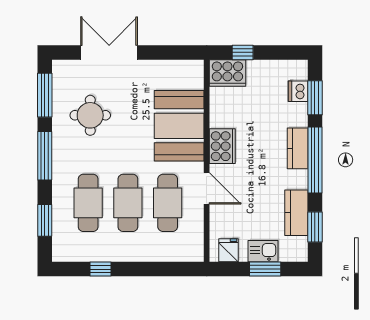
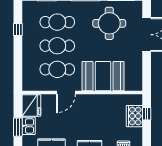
cooker: (227, 73) -> (134, 116), moved
round table: (90, 115) -> (109, 23), width x1.36, depth x1.36
cooker: (222, 146) -> (91, 102), removed
fridge: (229, 250) -> (31, 105), width x1.88, depth x1.34

